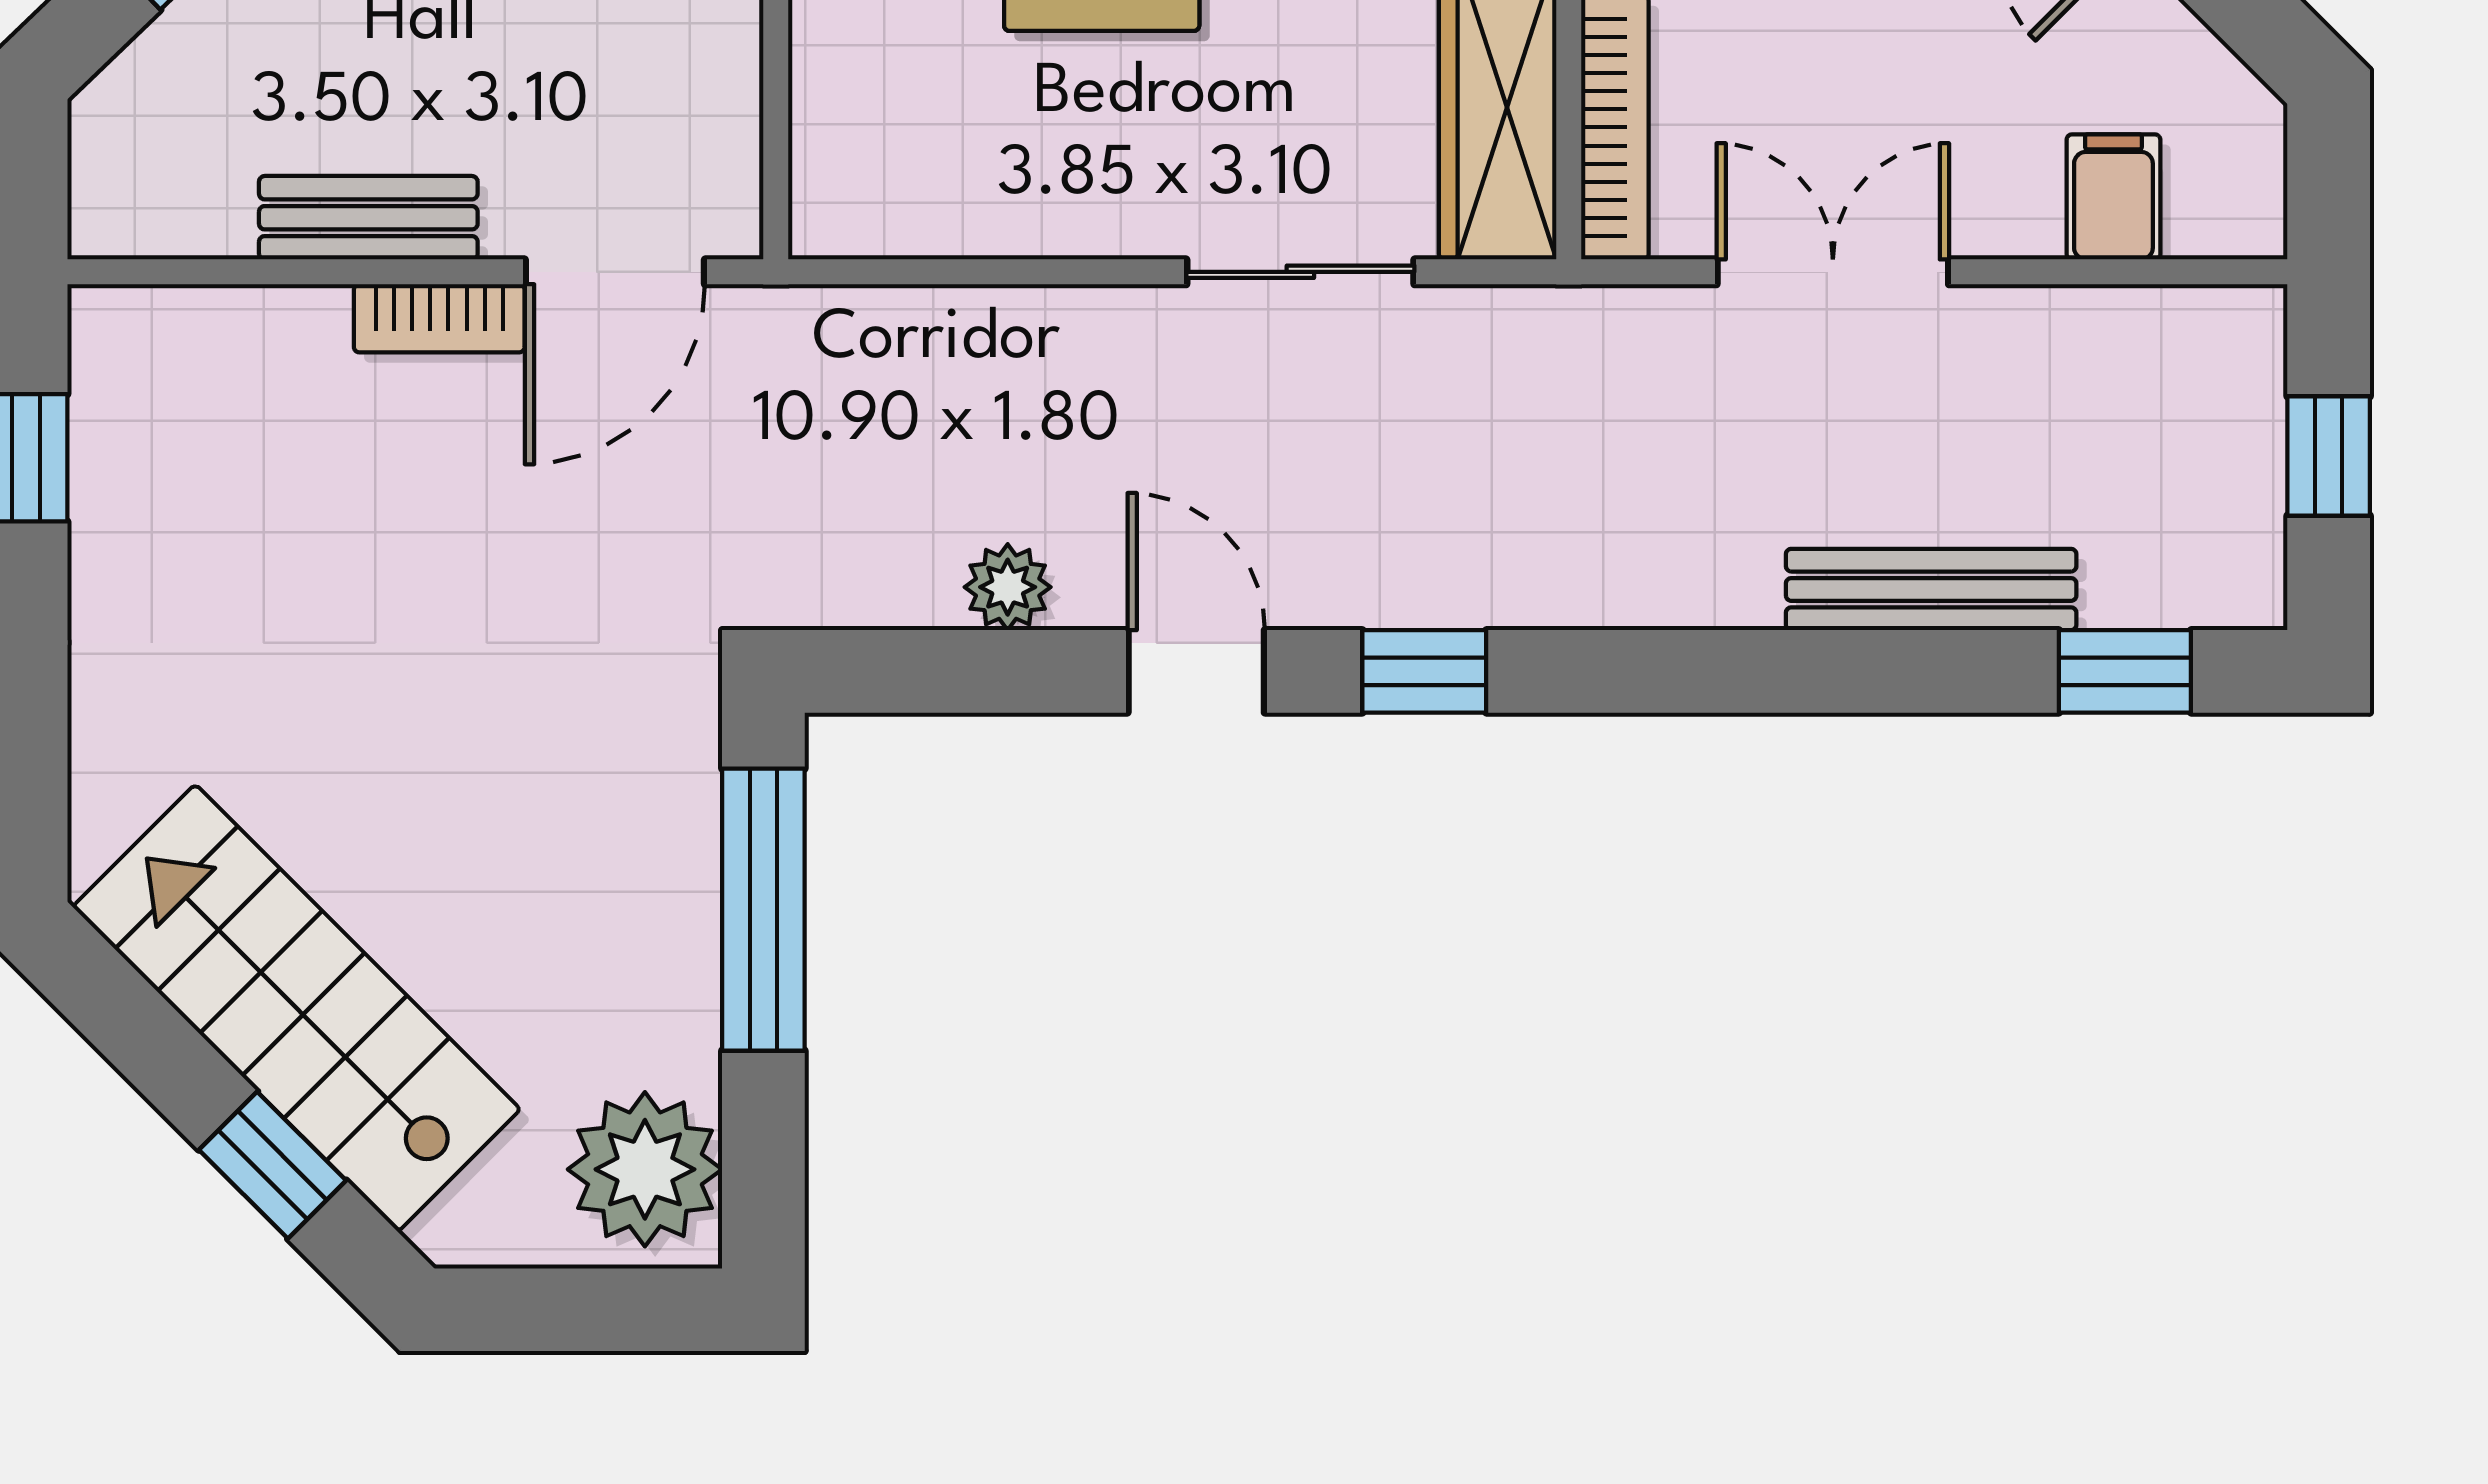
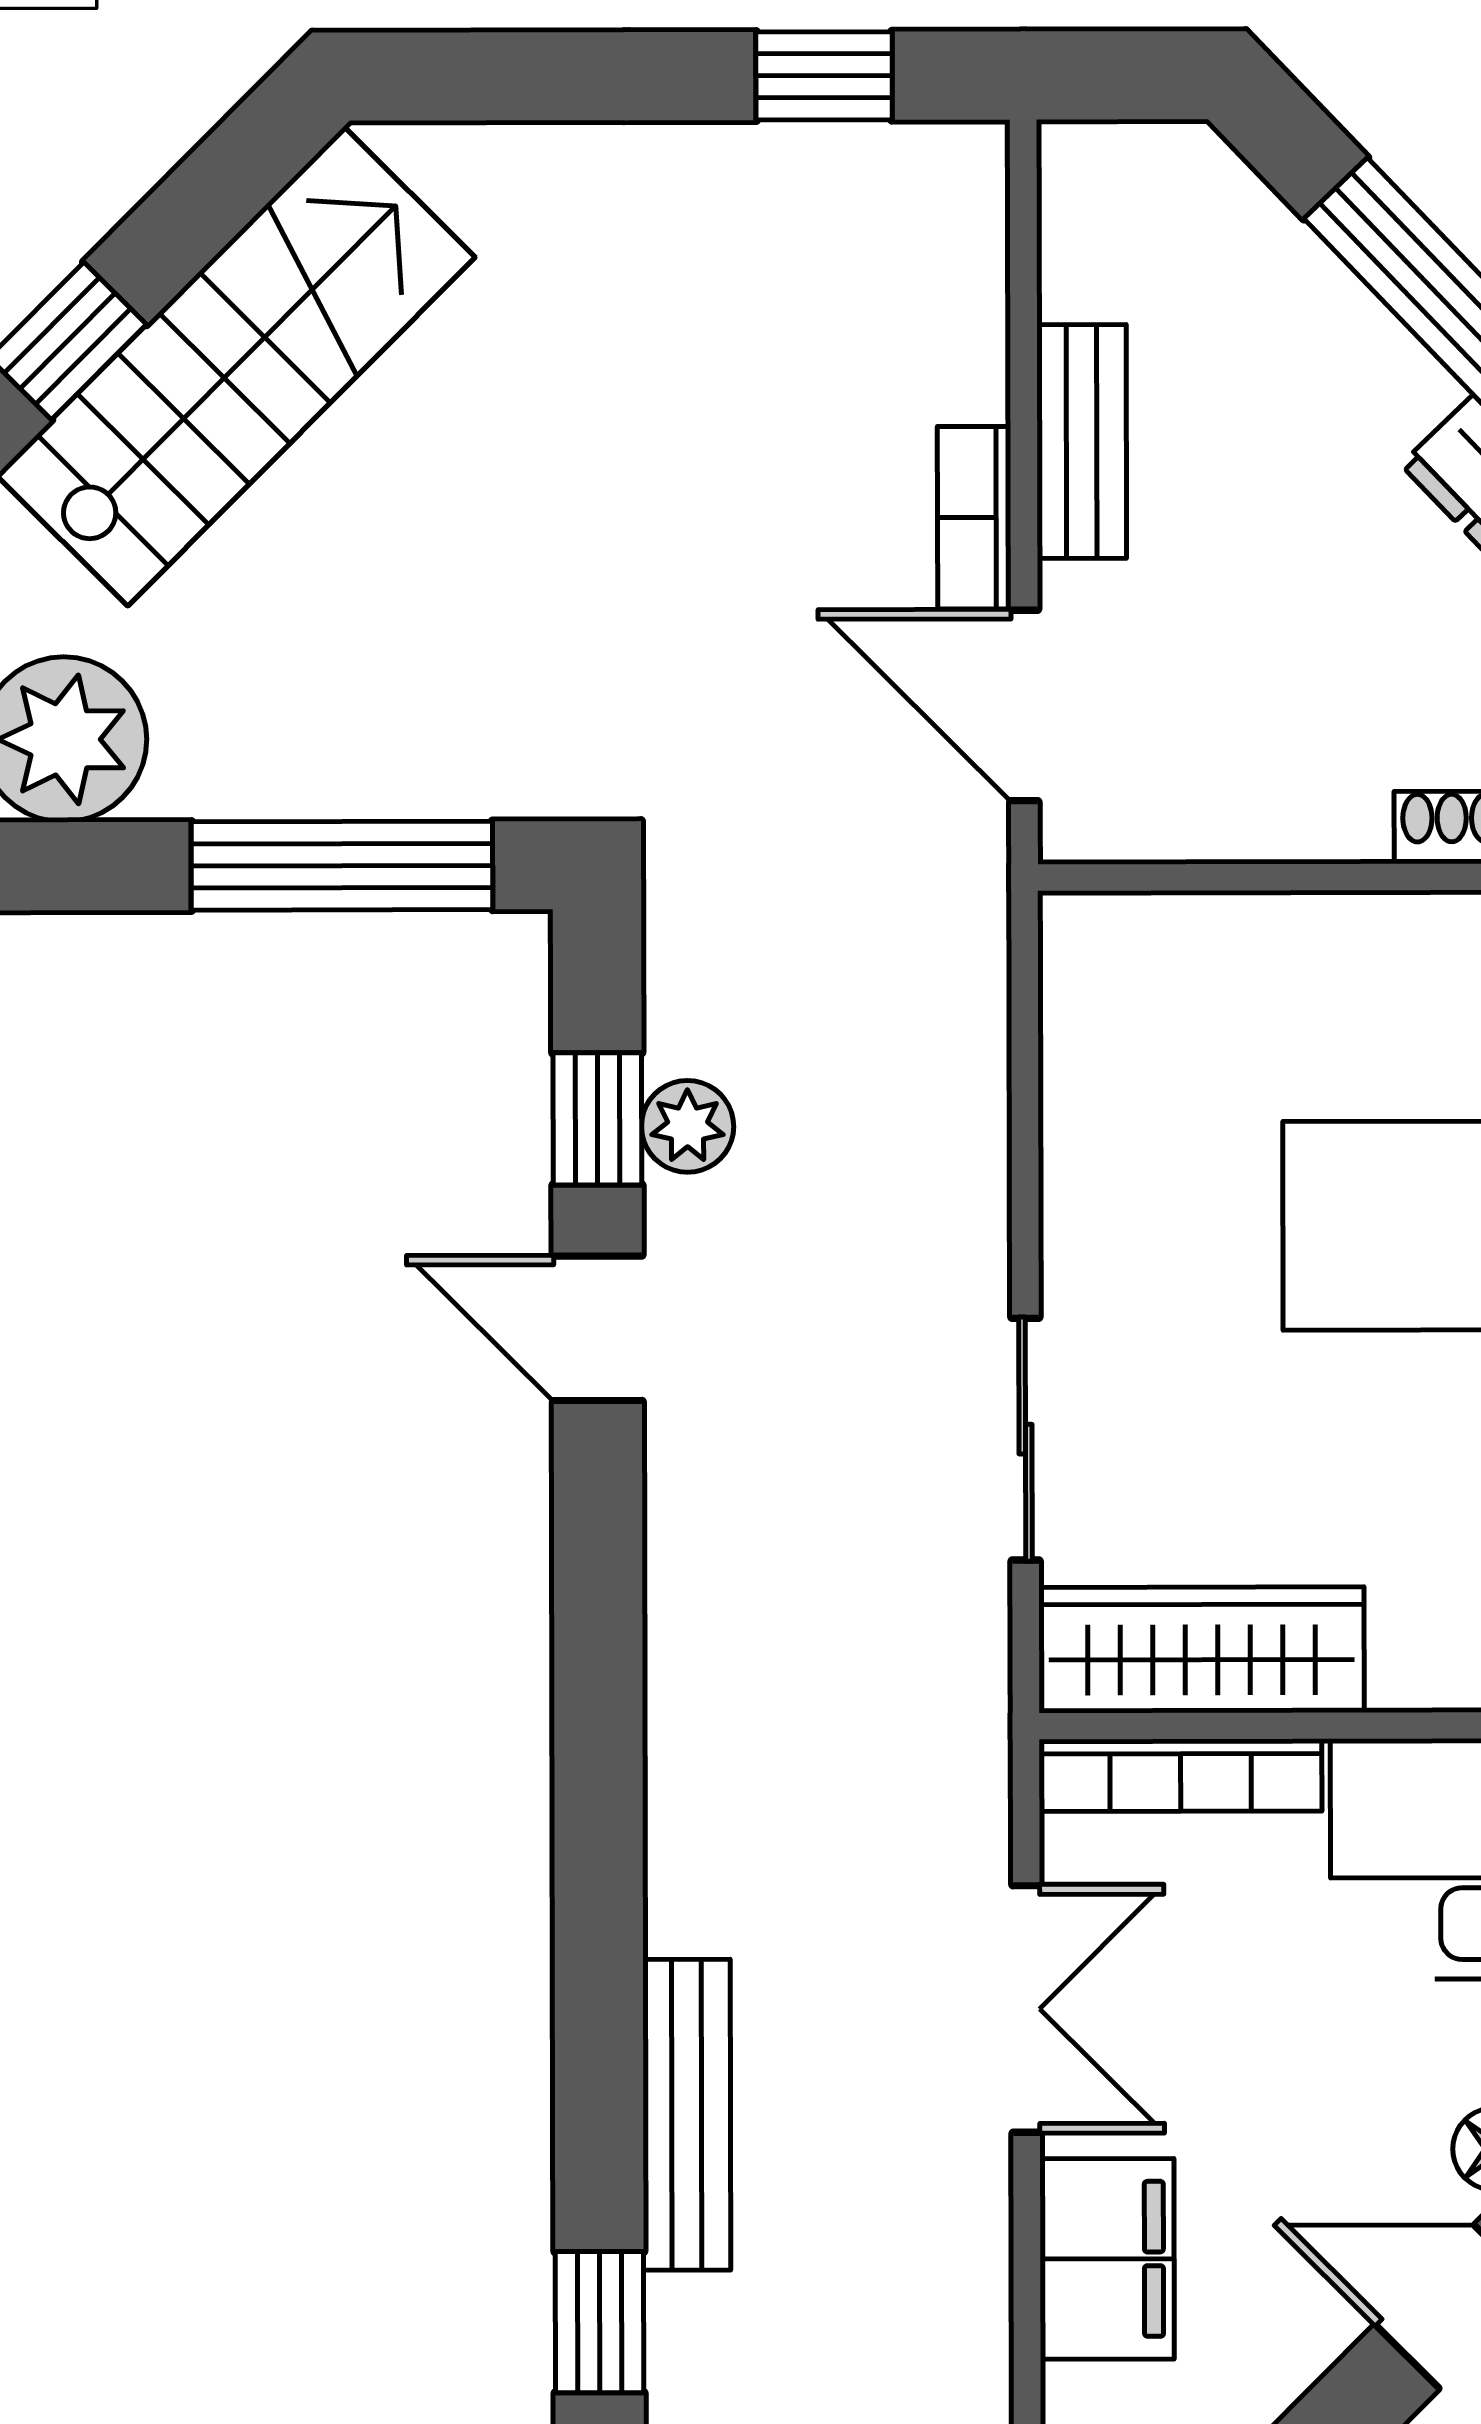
filing cabinet: (2113, 197) -> (1107, 2259), width x2.00
door: (1196, 671) -> (598, 1328), swing flipped
window: (1424, 671) -> (597, 1119), moved

